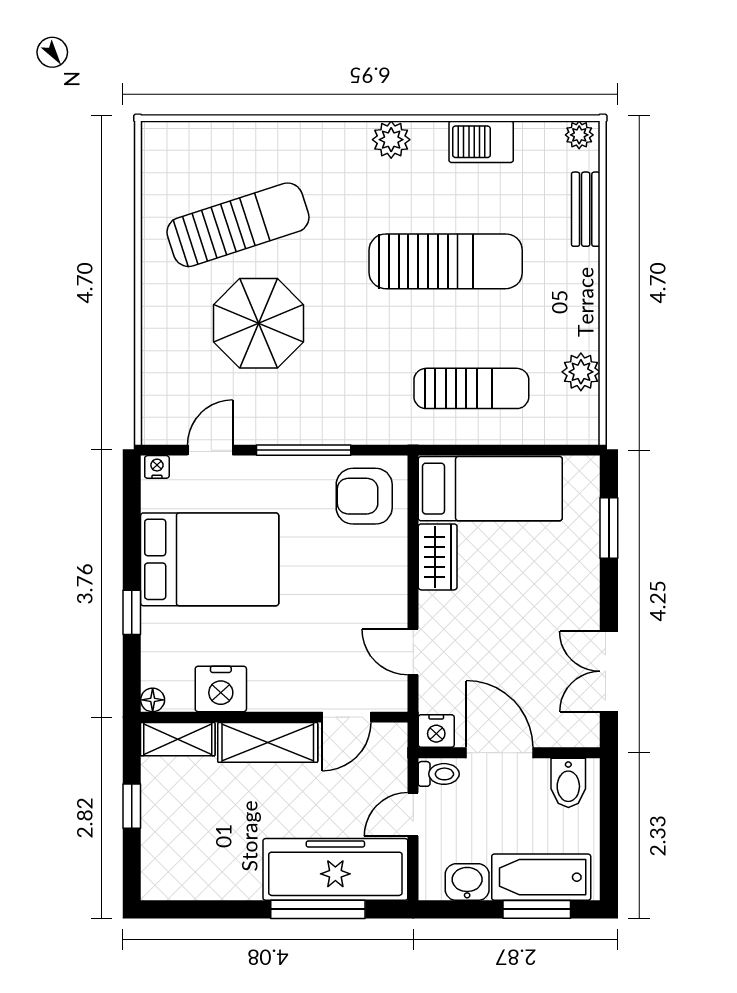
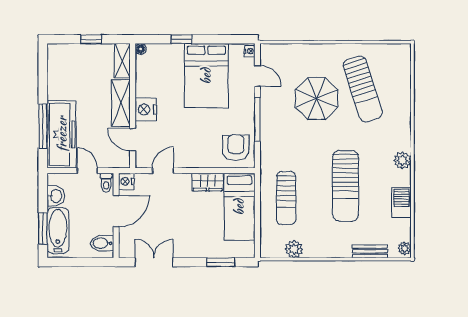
nightstand: (221, 689) -> (146, 109), moved

